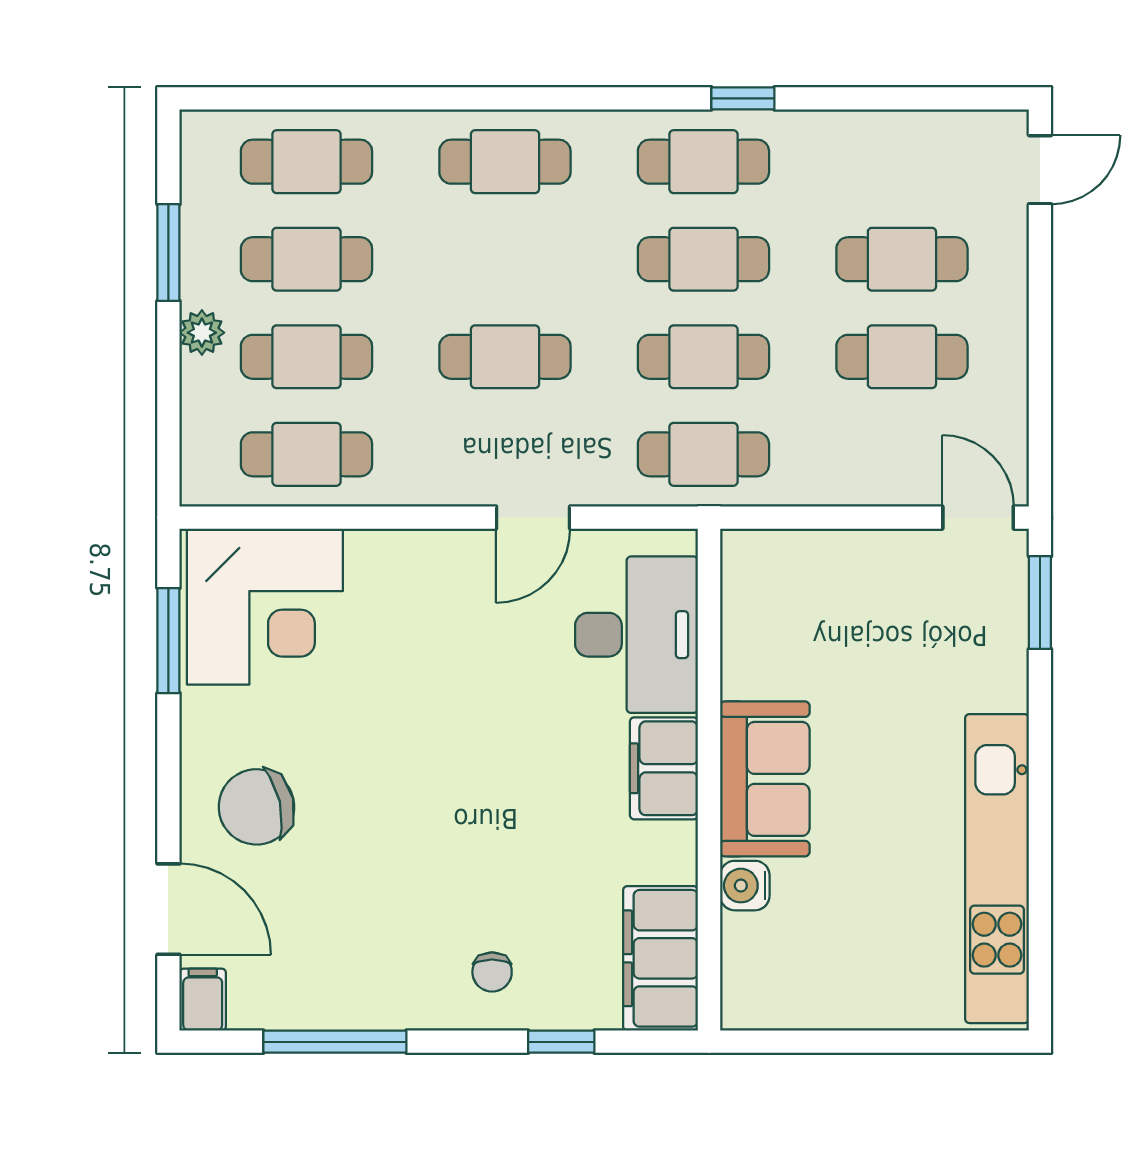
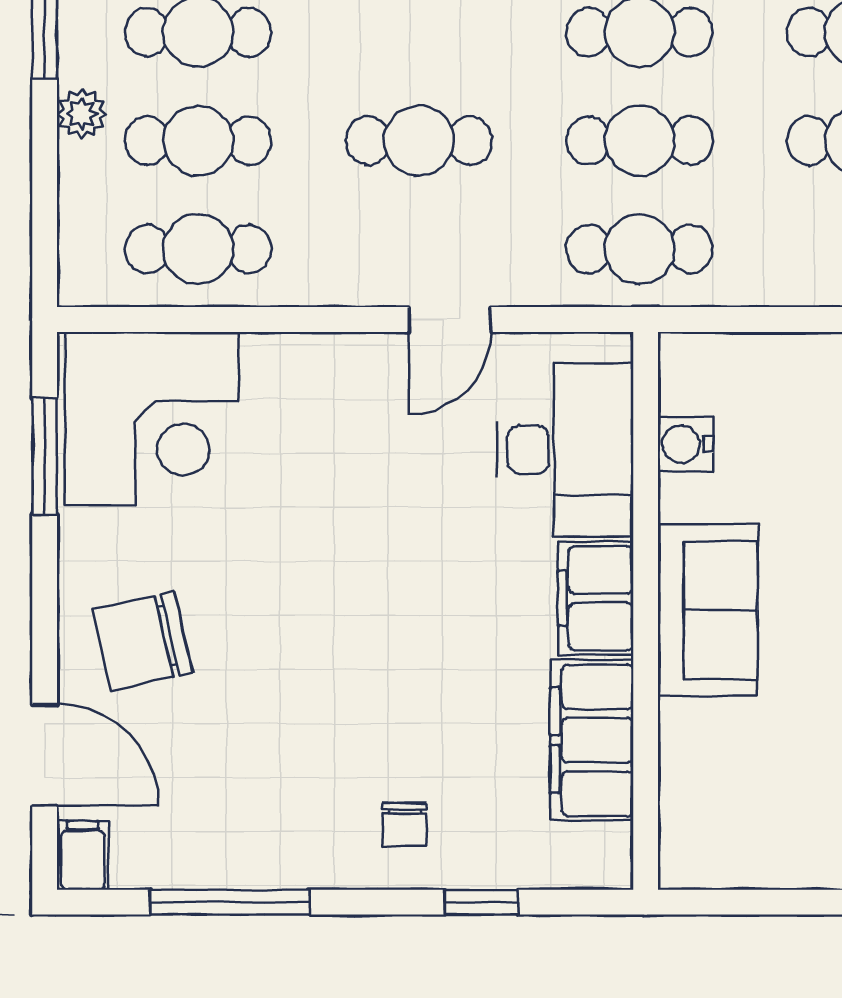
water cooler: (745, 886) -> (685, 444), moved
filing cabinet: (661, 958) -> (592, 740), moved

